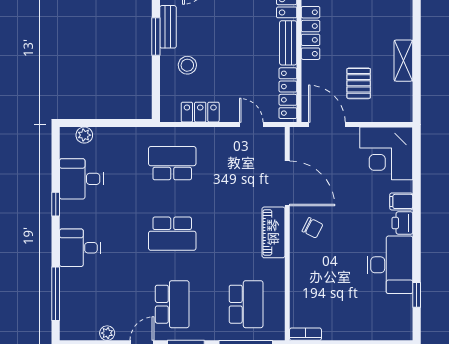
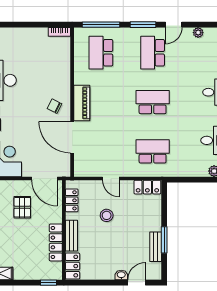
stool: (187, 65) -> (107, 215), moved
locker: (288, 93) -> (72, 200), width x0.66
locker: (200, 112) -> (147, 187), moved
door: (251, 125) -> (111, 178), moved
school desk: (172, 163) -> (153, 151), turned 180

